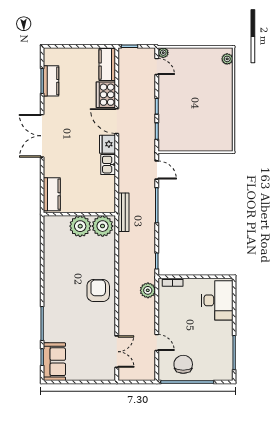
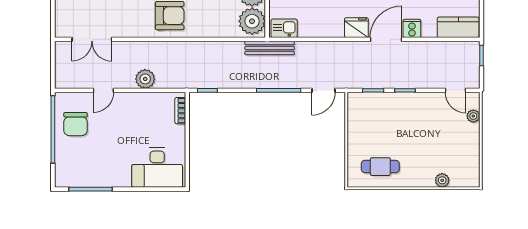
plant: (163, 53) -> (473, 116), moved
plant: (227, 59) -> (442, 180), moved
door: (157, 66) -> (456, 90), hinge flipped
cooker: (106, 95) -> (412, 28), width x0.53, depth x0.76
cafe table: (216, 126) -> (380, 167), added
kitchen sink: (108, 165) -> (284, 28), moved
plant: (148, 290) -> (145, 79), moved
chair: (183, 364) -> (76, 124), turned 90

